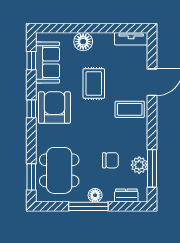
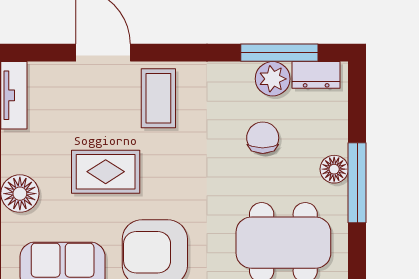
dresser: (126, 196) -> (316, 75), moved, turned -90

